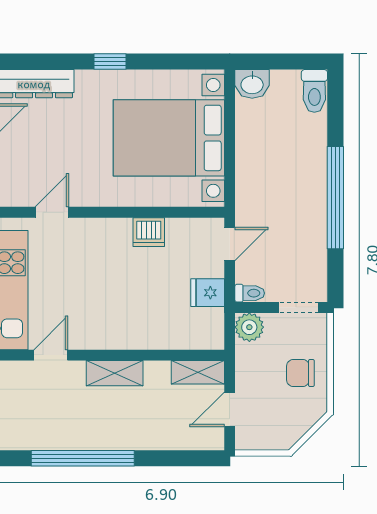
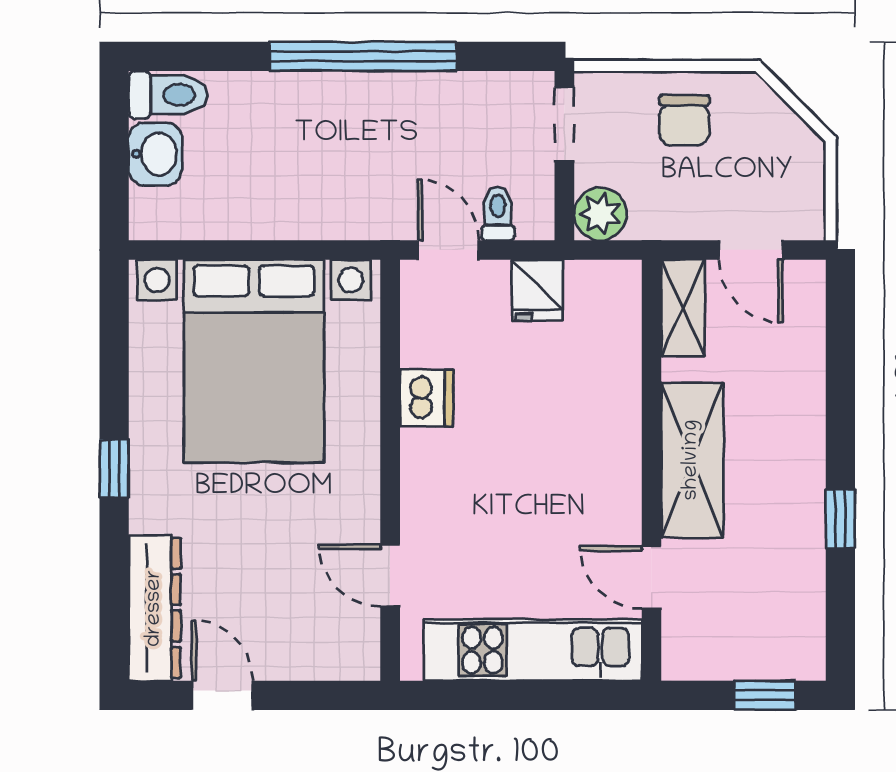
washbasin: (252, 84) -> (155, 154), moved
toilet: (250, 293) -> (498, 213), moved
shelving: (115, 373) -> (692, 460), width x1.50, depth x1.33
window: (83, 458) -> (840, 519), width x0.32

